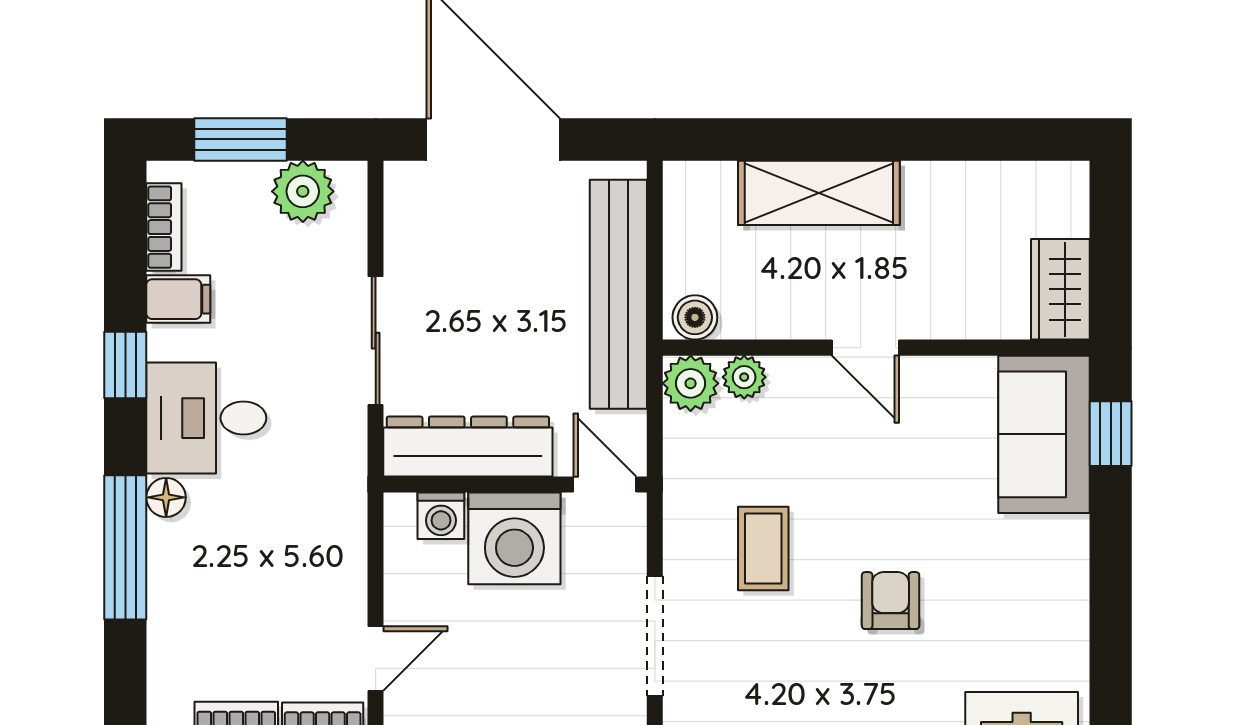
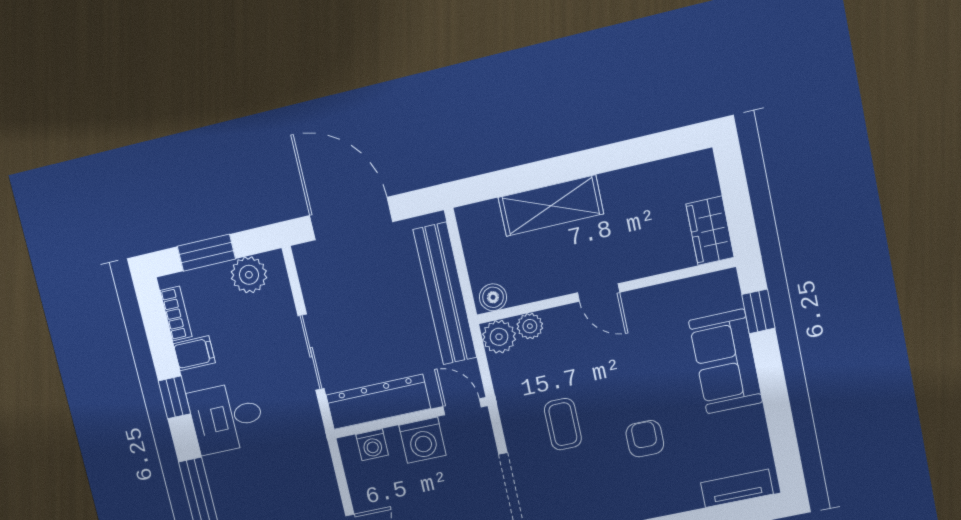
sofa: (1044, 434) -> (726, 362), moved
floor lamp: (166, 497) -> (216, 467), removed
washing machine: (514, 538) -> (423, 440), width x0.73, depth x0.73

